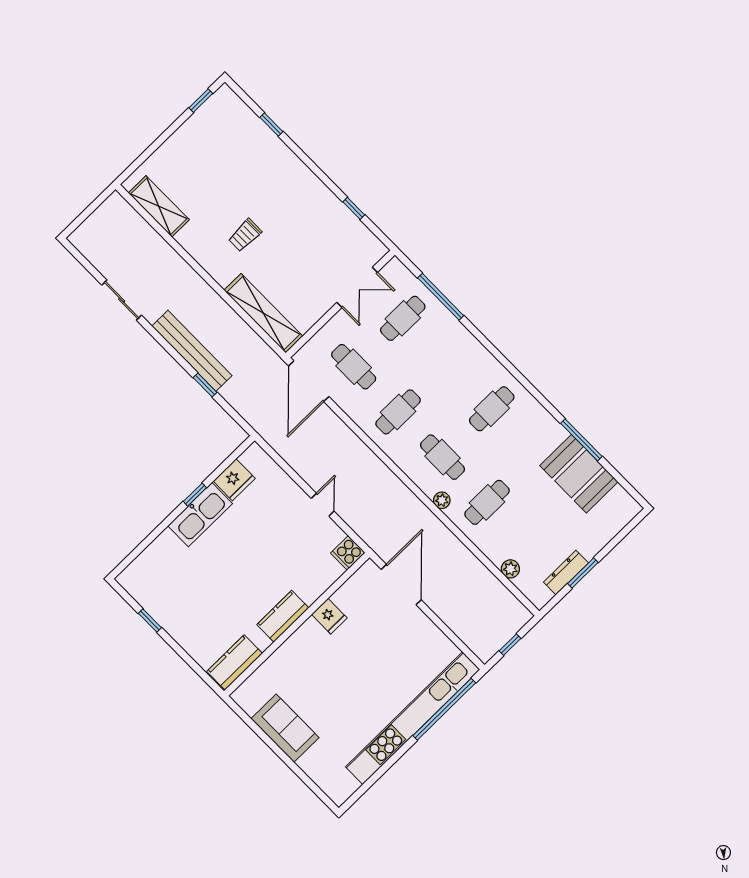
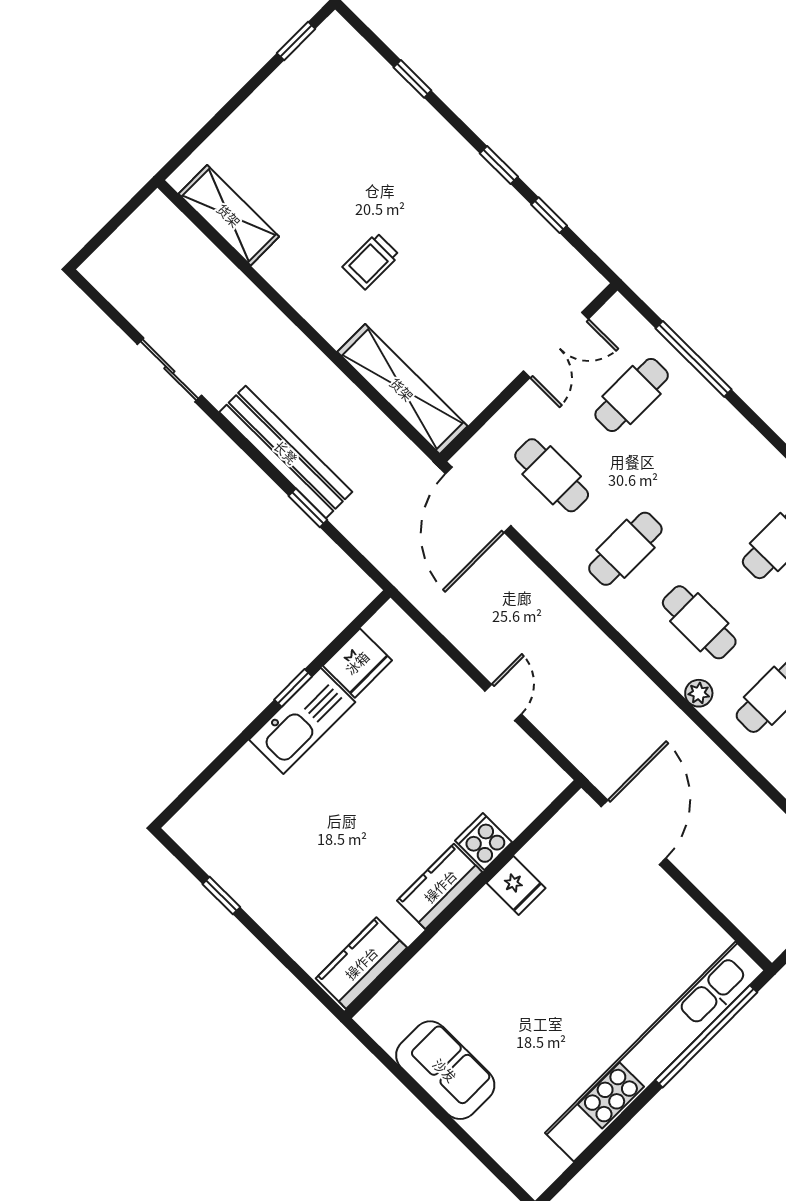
window: (323, 177) -> (499, 165), added
cooker: (348, 553) -> (484, 841), moved, turned 90

